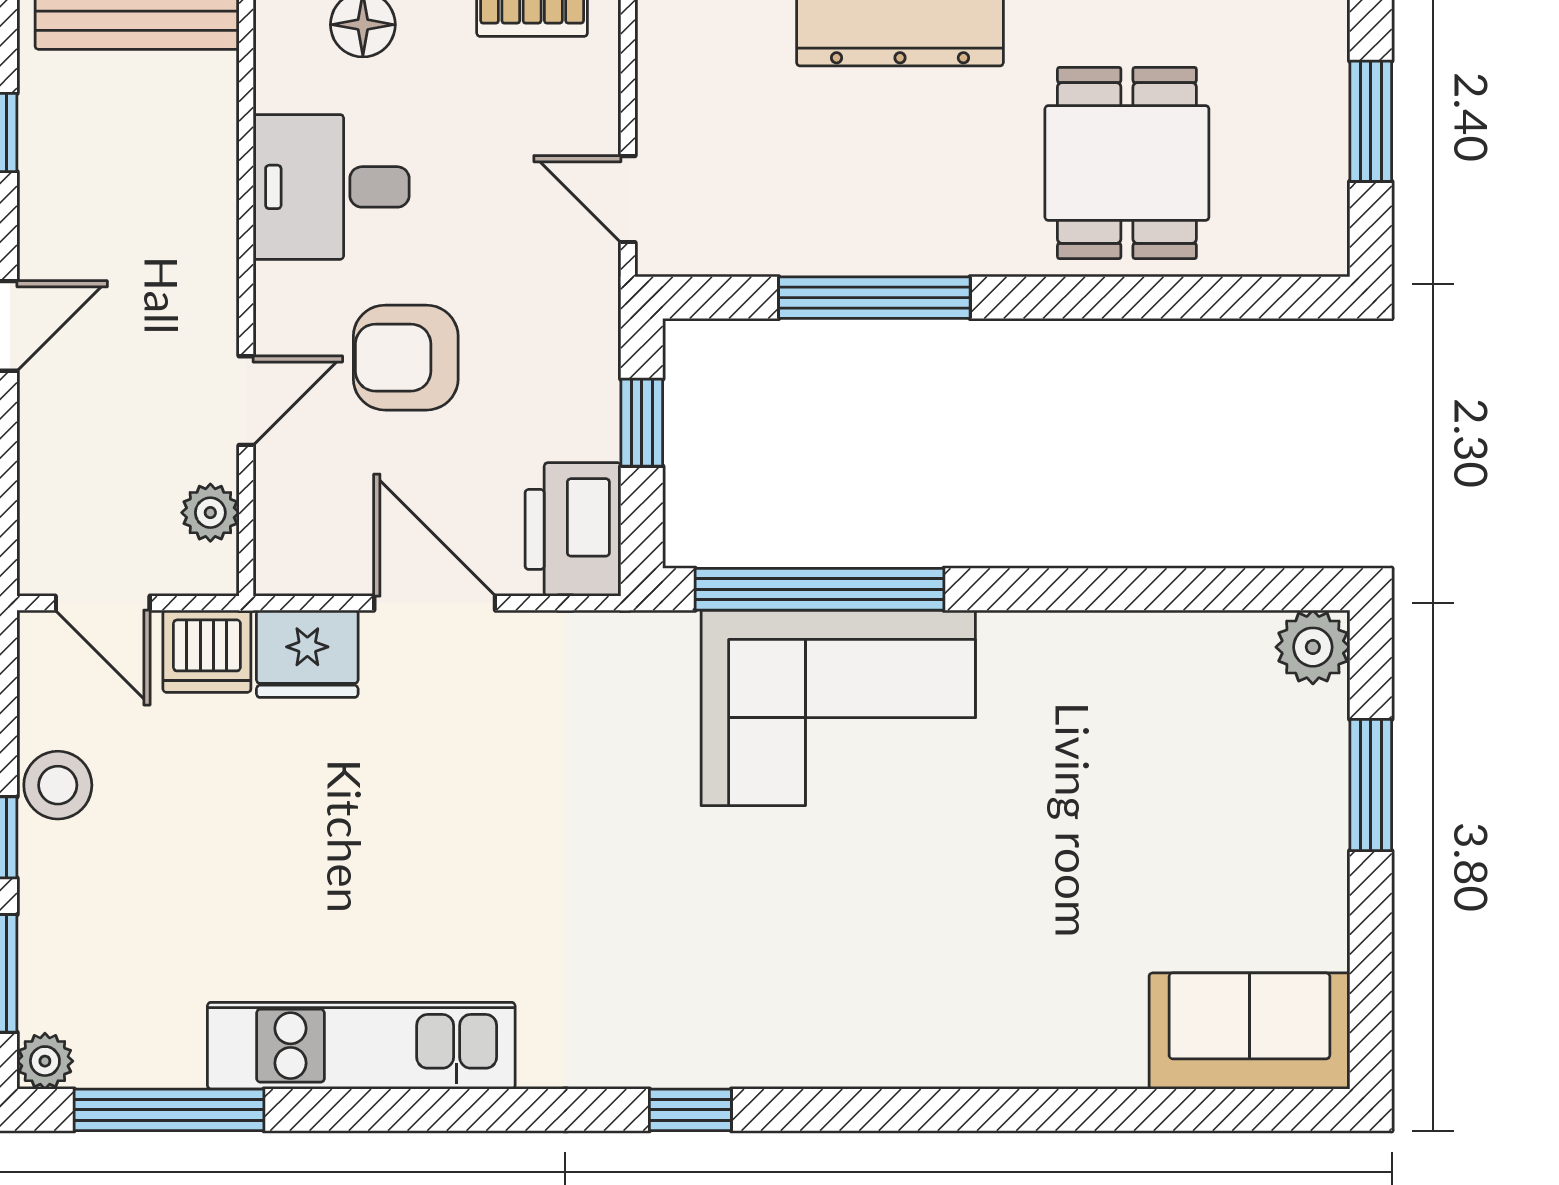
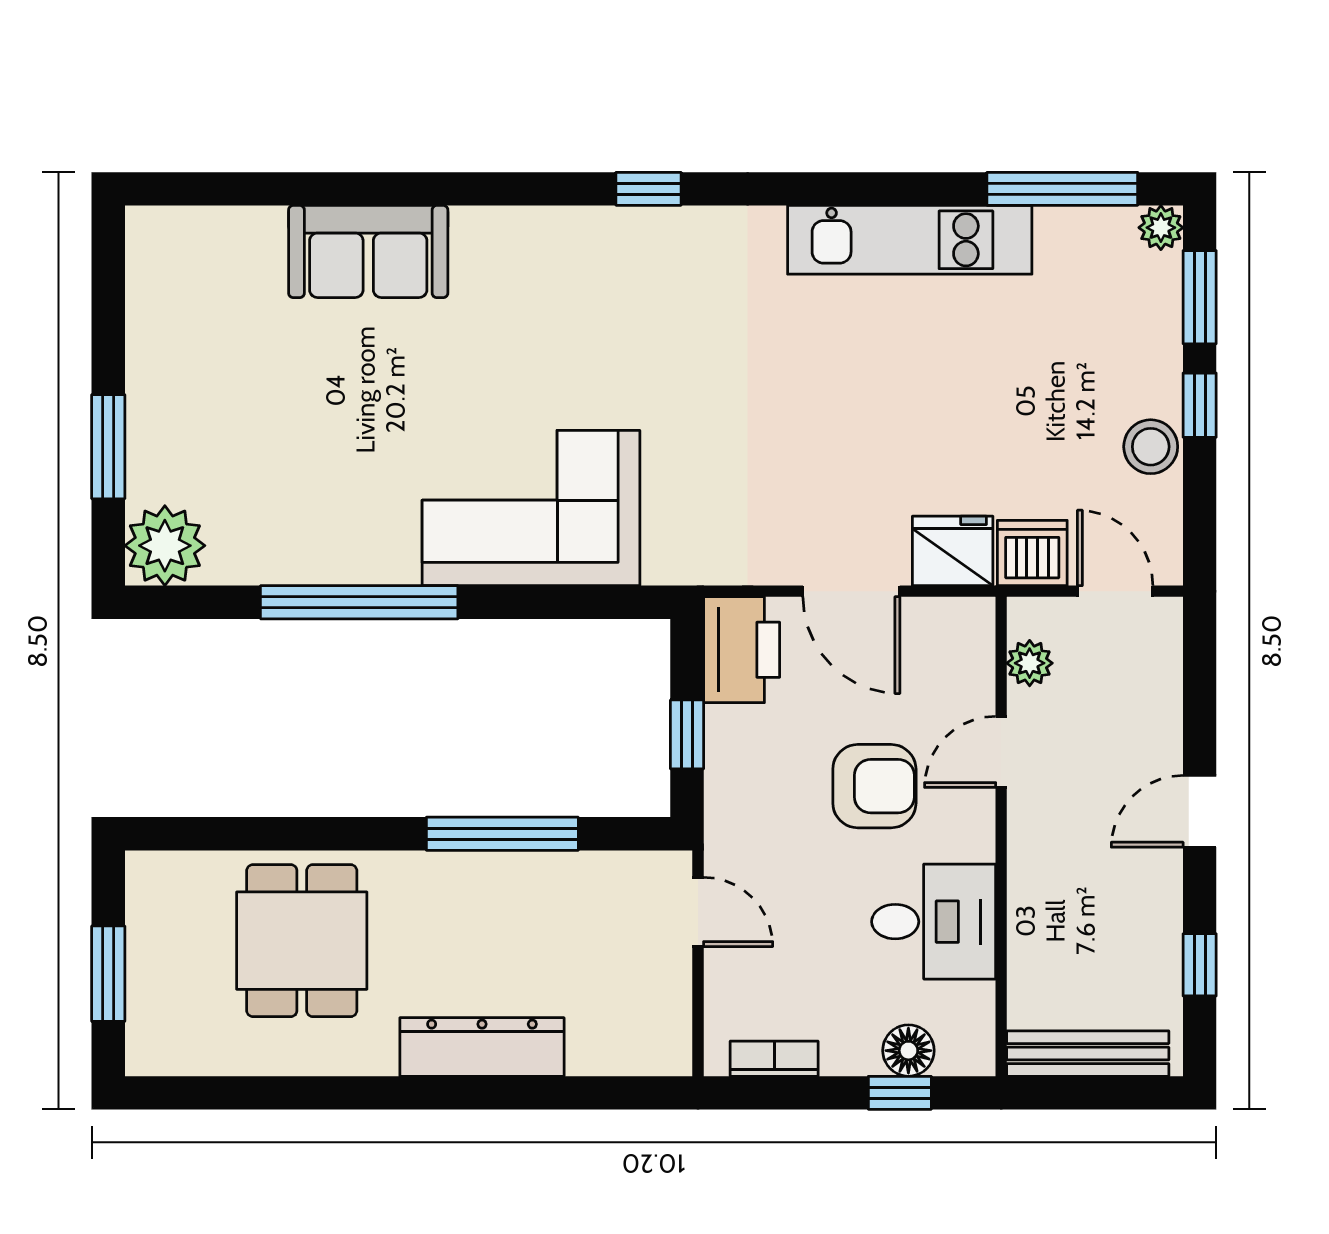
window: (820, 589) -> (359, 602), moved
plant: (1313, 647) -> (165, 546), width x1.36, depth x1.36
sofa: (1249, 1031) -> (368, 251), moved

